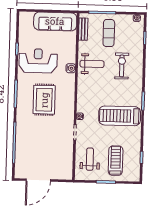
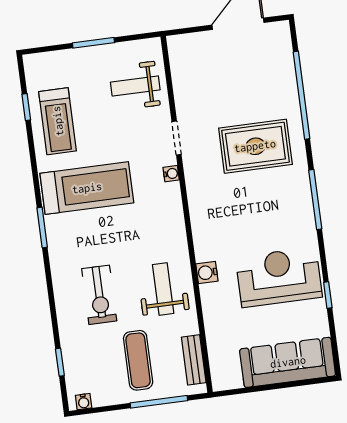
sofa: (55, 21) -> (288, 362), moved
reception desk: (38, 61) -> (279, 277), turned 180
weight bench: (92, 64) -> (163, 289), turned 90
rug: (44, 100) -> (255, 146), moved, turned 90
weight bench: (90, 159) -> (135, 86), turned 90
treadmill: (116, 161) -> (58, 121), moved

